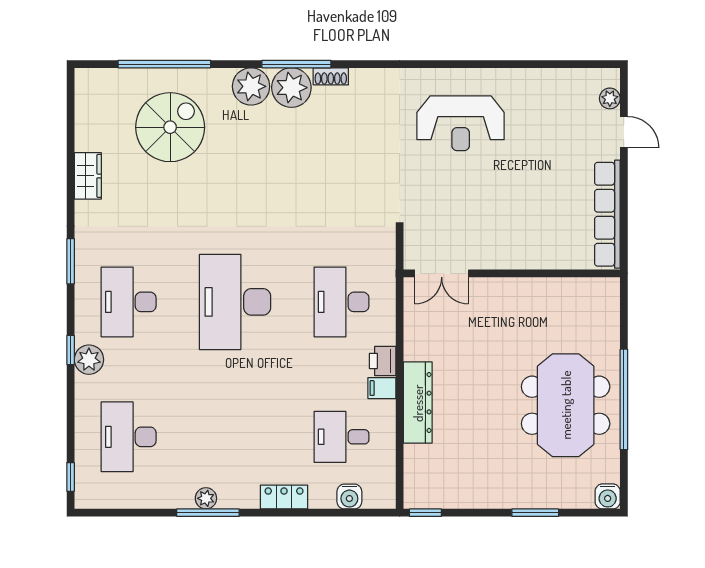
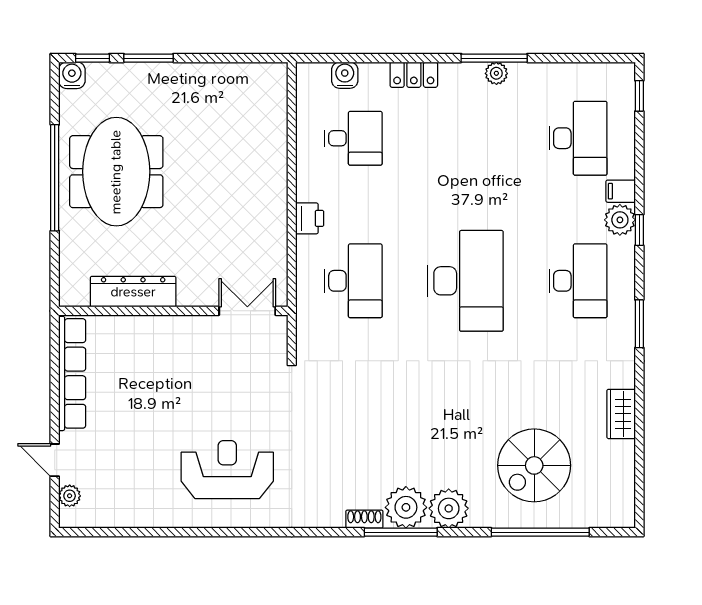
filing cabinet: (382, 388) -> (621, 191), moved, turned 180
dresser: (418, 403) -> (133, 292), moved, turned 90
window: (425, 513) -> (92, 58), moved

